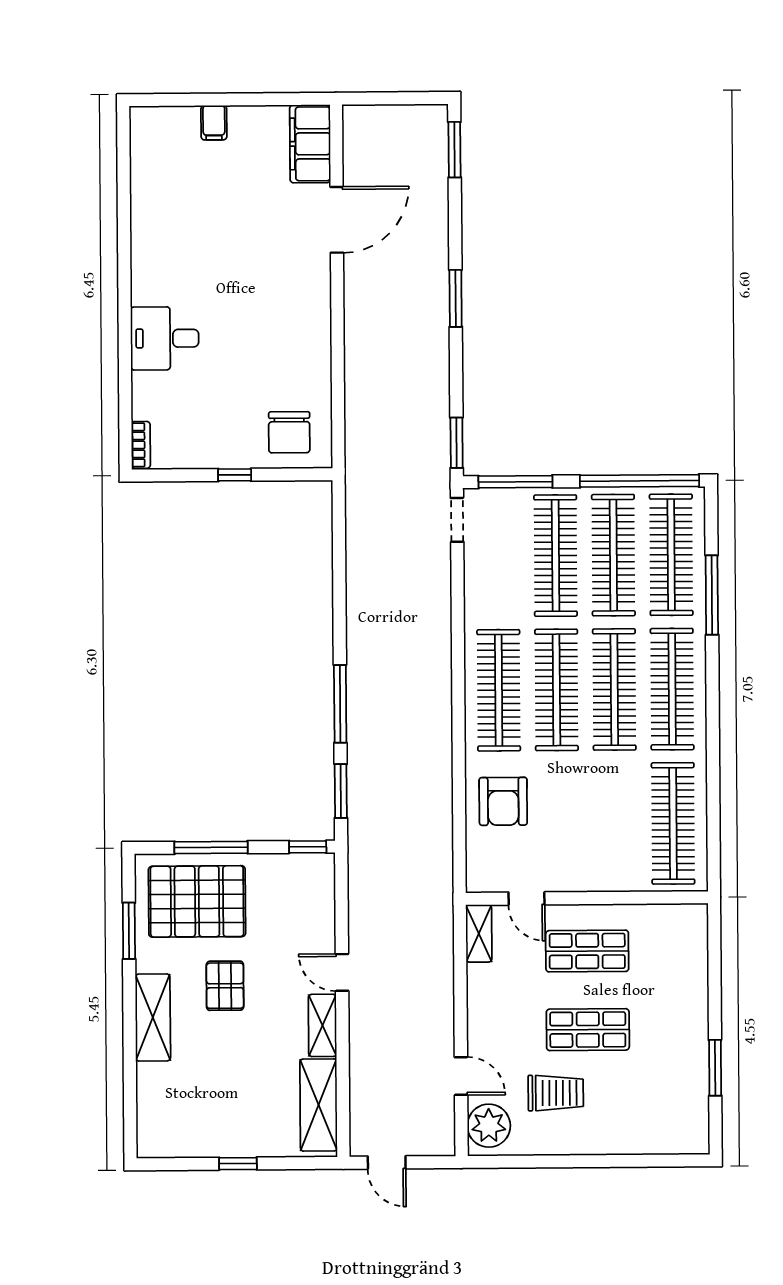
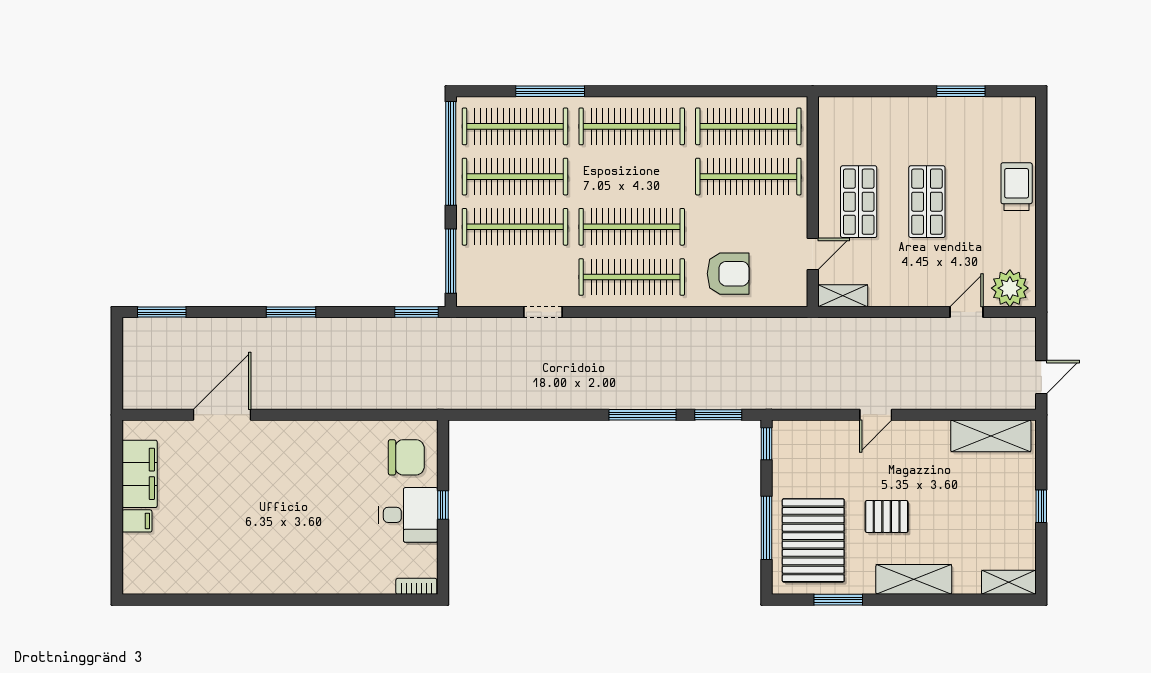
filing cabinet: (310, 144) -> (140, 474), moved, turned -90
door: (337, 220) -> (222, 415), hinge flipped
desk: (165, 338) -> (408, 515), moved, turned -90
doorway: (457, 520) -> (543, 312), moved
clothes rail: (614, 689) -> (748, 177), moved
shelving: (322, 1025) -> (1009, 582), moved
trolley: (556, 1093) -> (1017, 187), moved

